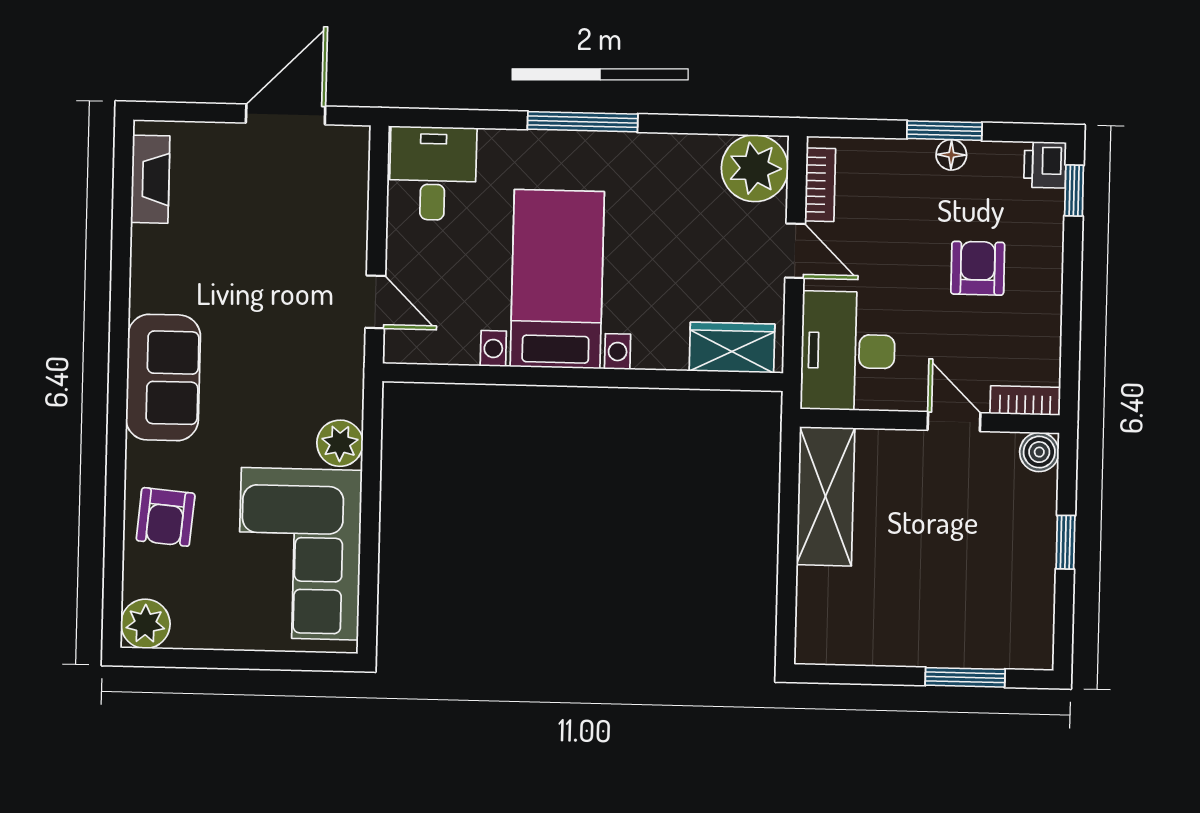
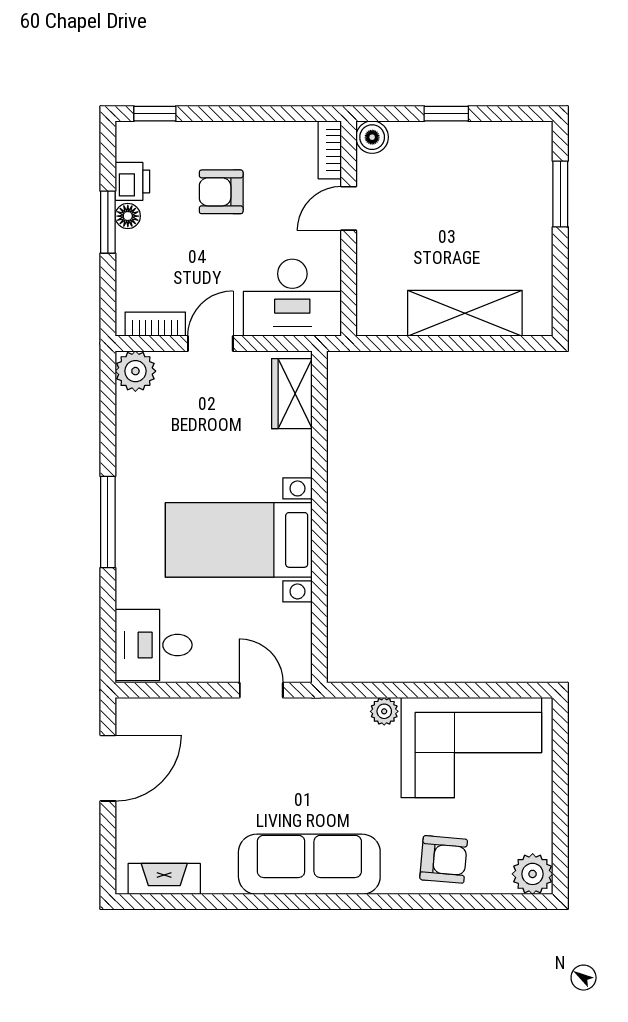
door: (286, 114) -> (108, 768), swing flipped
printer: (1045, 165) -> (132, 181), moved, turned -90
plant: (755, 168) -> (135, 371), width x0.73, depth x0.73
door: (375, 302) -> (261, 690), hinge flipped
sofa: (163, 377) -> (309, 864), width x1.36
plant: (340, 443) -> (384, 711), width x0.73, depth x0.73
shelving: (826, 496) -> (465, 313), moved

